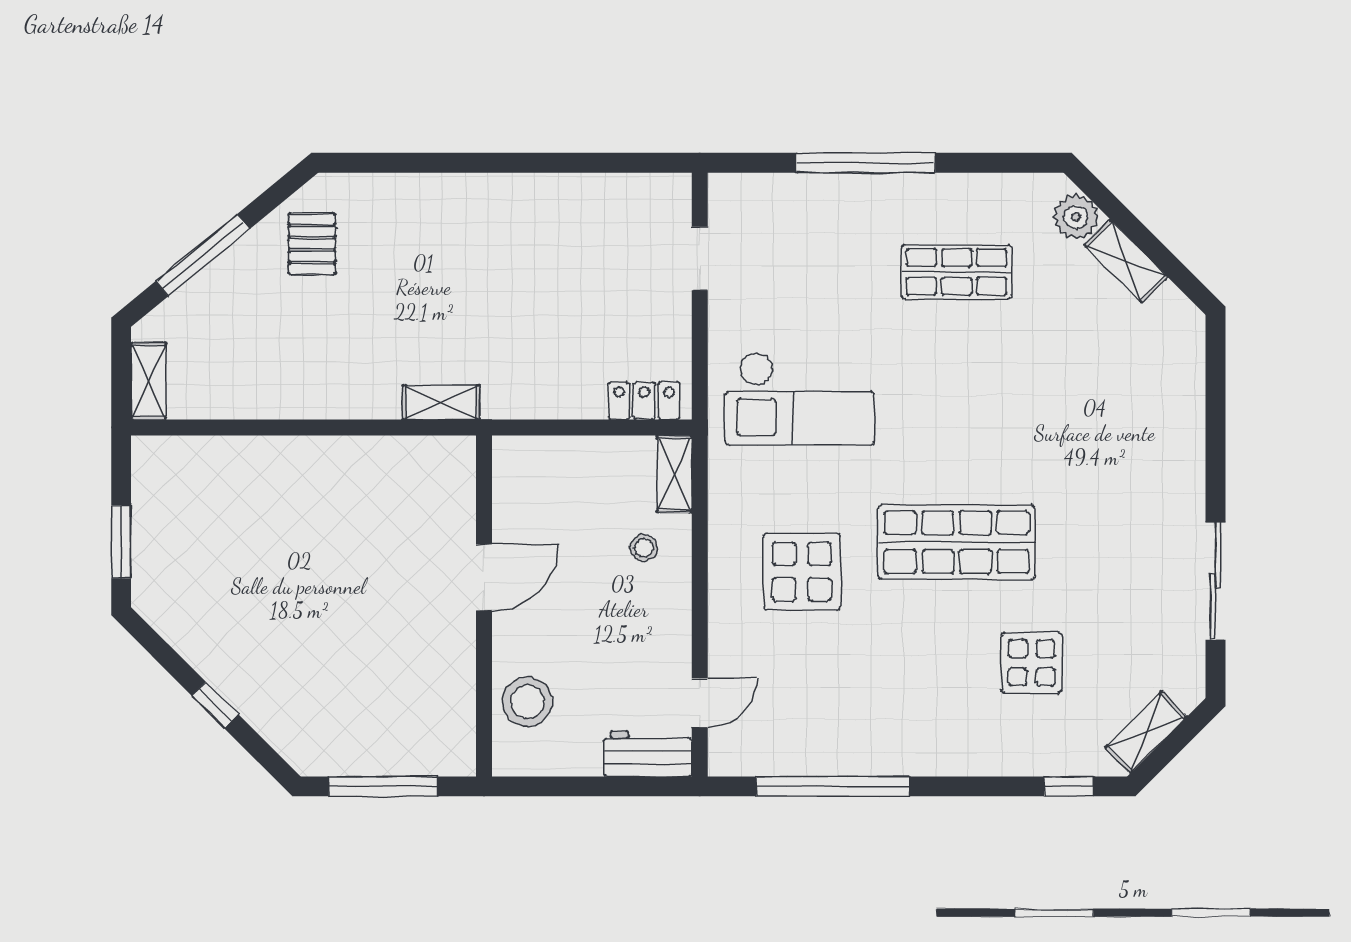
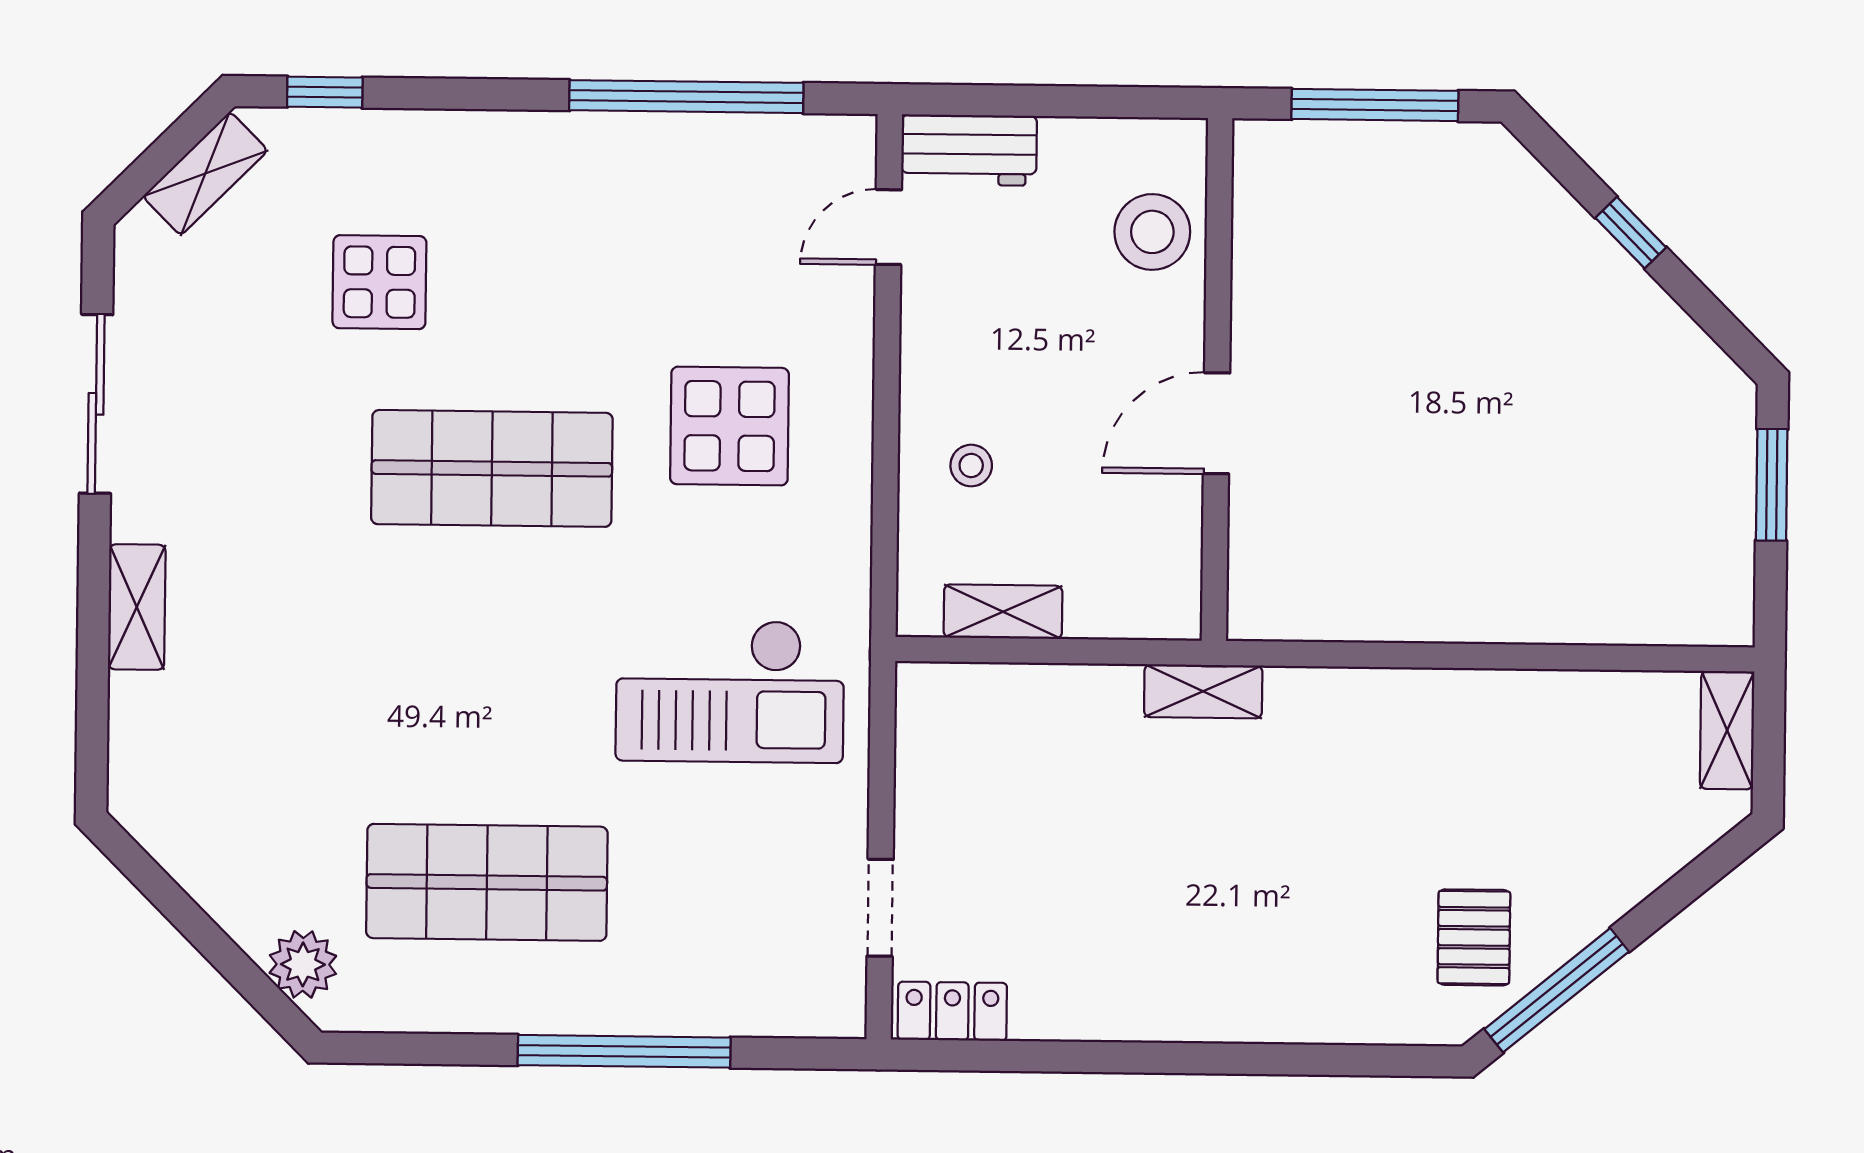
window: (203, 255) -> (1557, 990), moved
shelving: (1126, 261) -> (137, 607), moved, turned 45
shop shelf: (957, 272) -> (487, 882), width x1.43, depth x1.36
checkout: (799, 399) -> (730, 691), turned 180
locker: (644, 401) -> (952, 1011), moved, turned 180
shelving: (441, 402) -> (1203, 691), moved
shelving: (674, 474) -> (1003, 612), moved, turned 90

